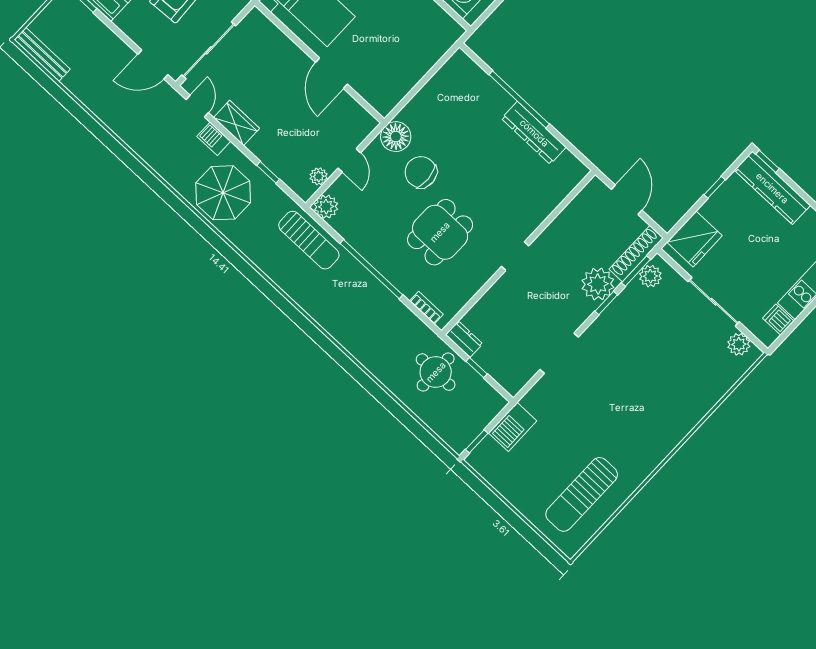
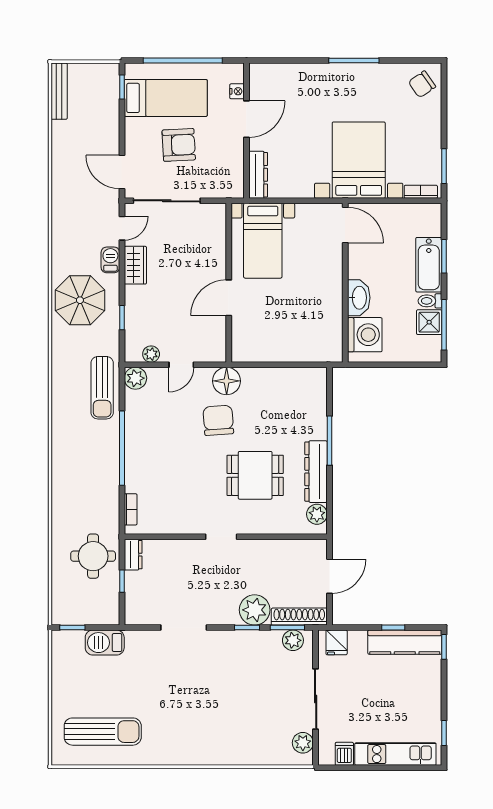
window: (519, 99) -> (329, 441), width x0.68
plant: (568, 164) -> (317, 514), added
kitchen counter: (772, 188) -> (405, 642), moved, turned -90
dining table: (440, 232) -> (255, 475), moved
fridge: (695, 239) -> (337, 642), width x0.53, depth x0.75
sun lounger: (582, 494) -> (103, 732), turned 180

